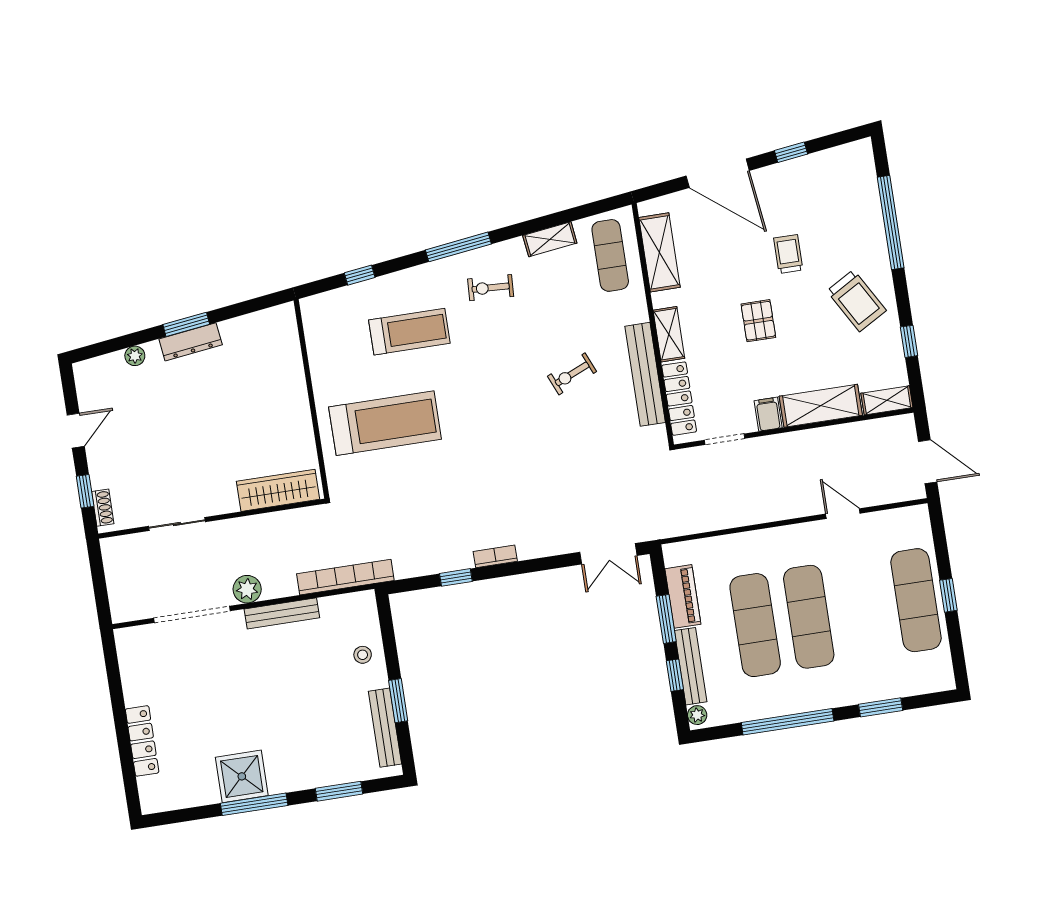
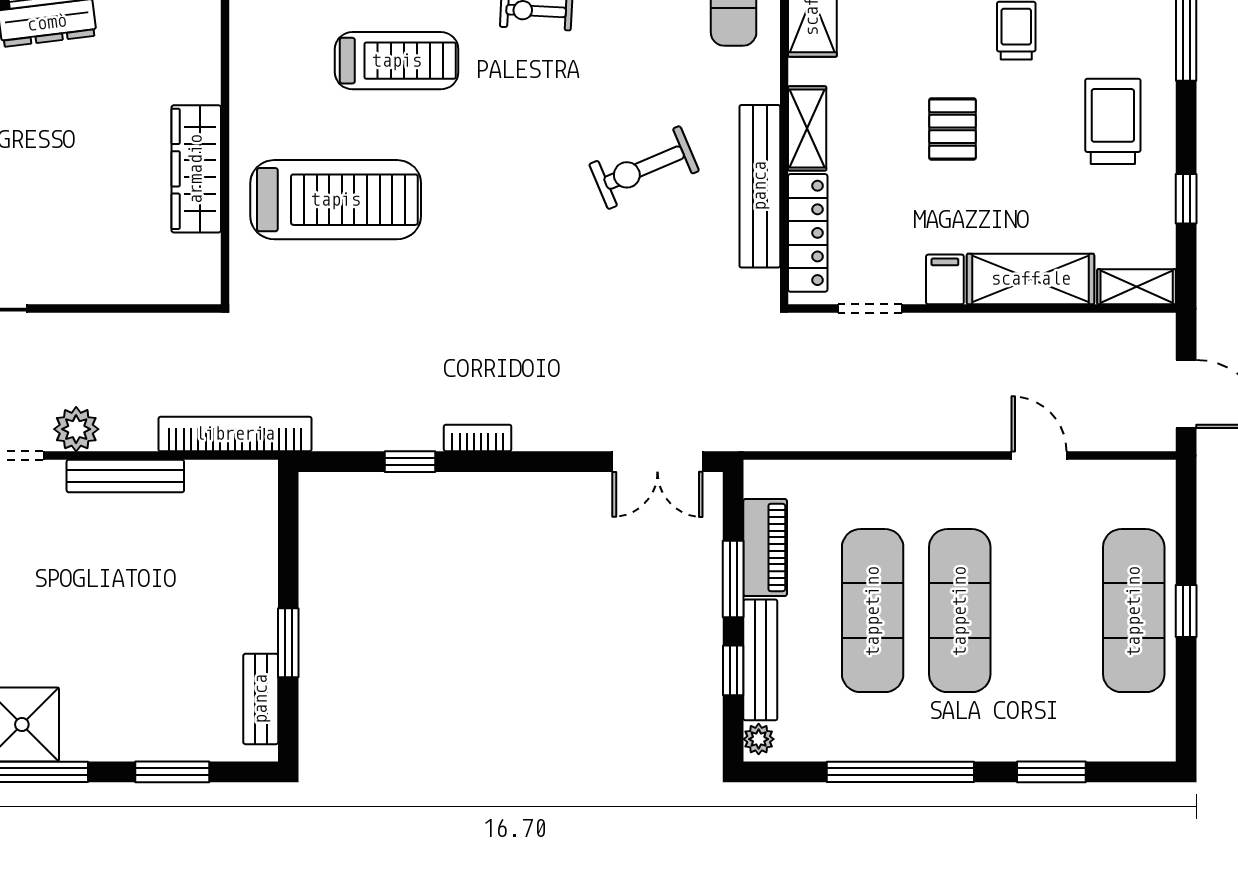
trolley: (856, 301) -> (1113, 121), turned -150
exercise bike: (572, 374) -> (644, 168), width x1.38, depth x1.39
wardrobe: (278, 490) -> (196, 169), moved, turned -90
stool: (363, 655) -> (243, 561), removed
bench: (385, 728) -> (261, 699), width x0.73

